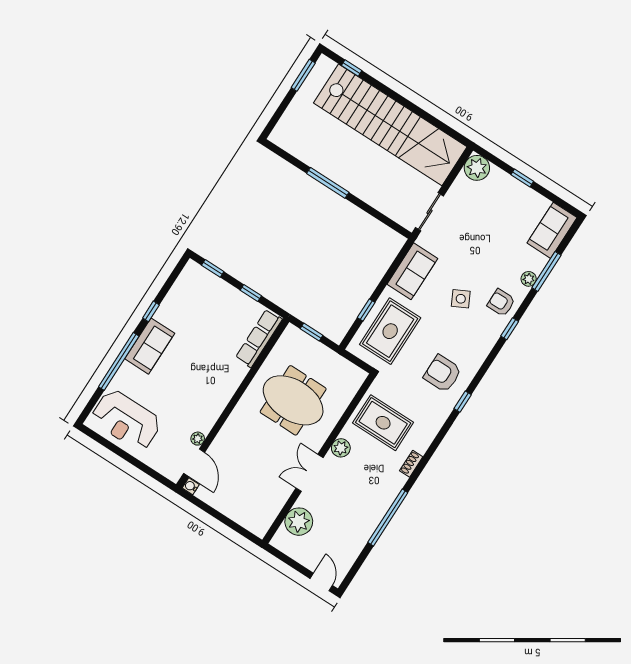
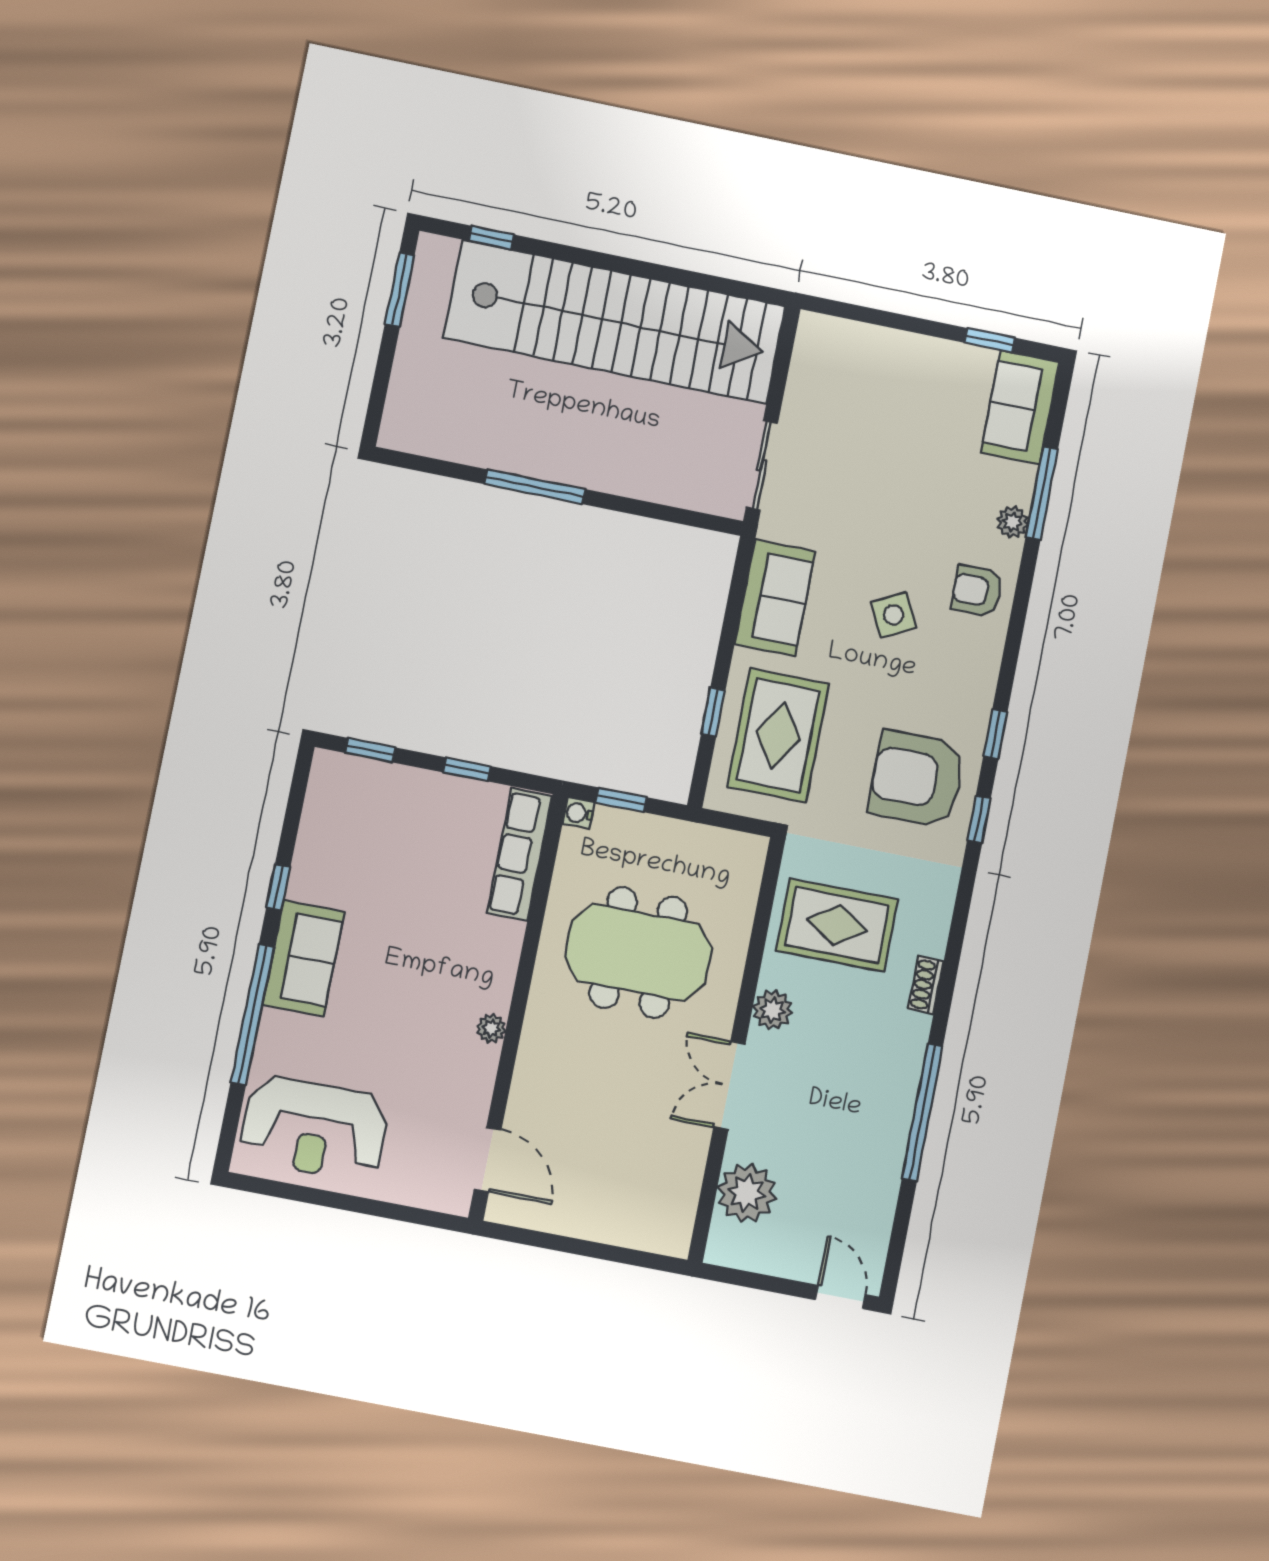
plant: (477, 168) -> (822, 341), removed
window: (522, 178) -> (990, 340), moved
window: (510, 329) -> (995, 734), moved
armchair: (443, 374) -> (917, 779), width x1.36, depth x1.36
plant: (198, 439) -> (491, 1028), moved
water cooler: (191, 486) -> (578, 813), moved

